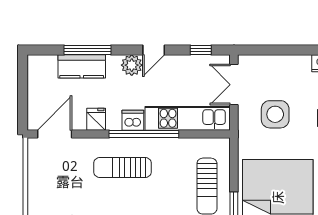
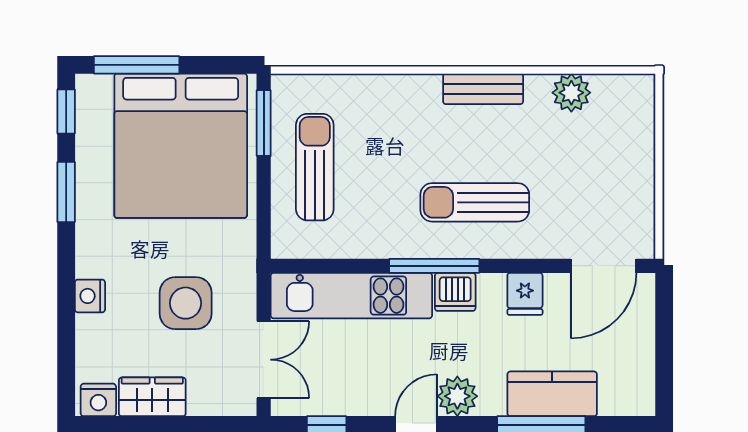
wardrobe: (293, 65) -> (152, 397), added
window: (144, 134) -> (434, 266), width x0.68
sun lounger: (122, 167) -> (475, 202), turned 180

